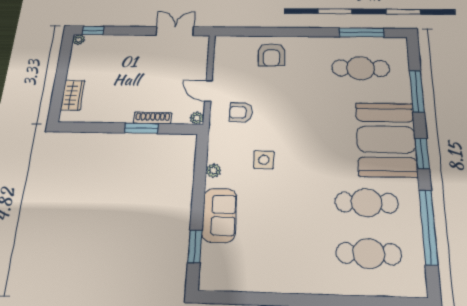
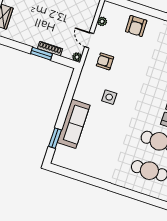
plant: (213, 170) -> (102, 21), moved
sofa: (219, 215) -> (74, 124), width x1.36

